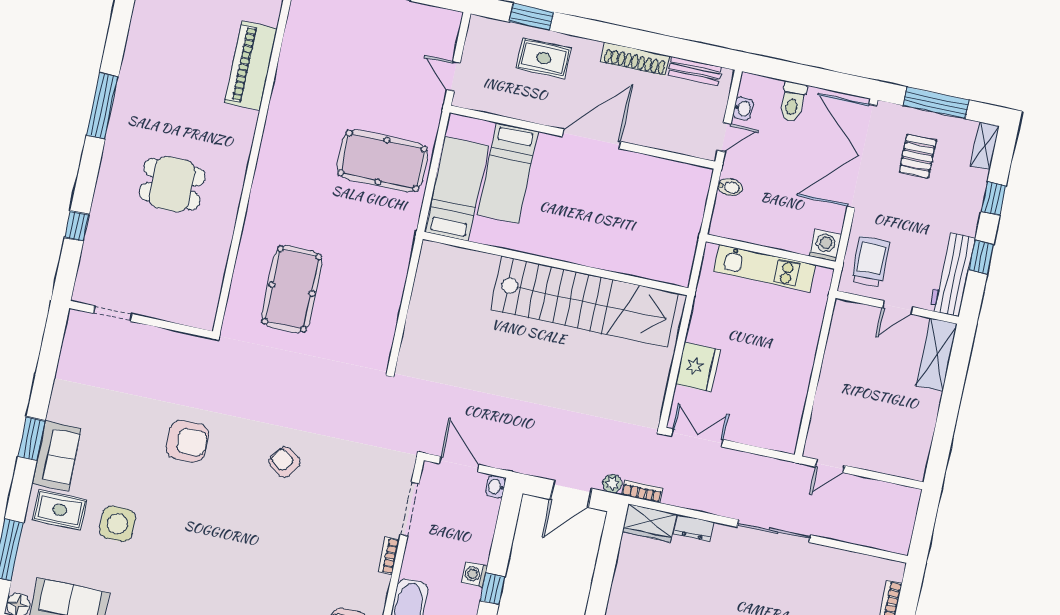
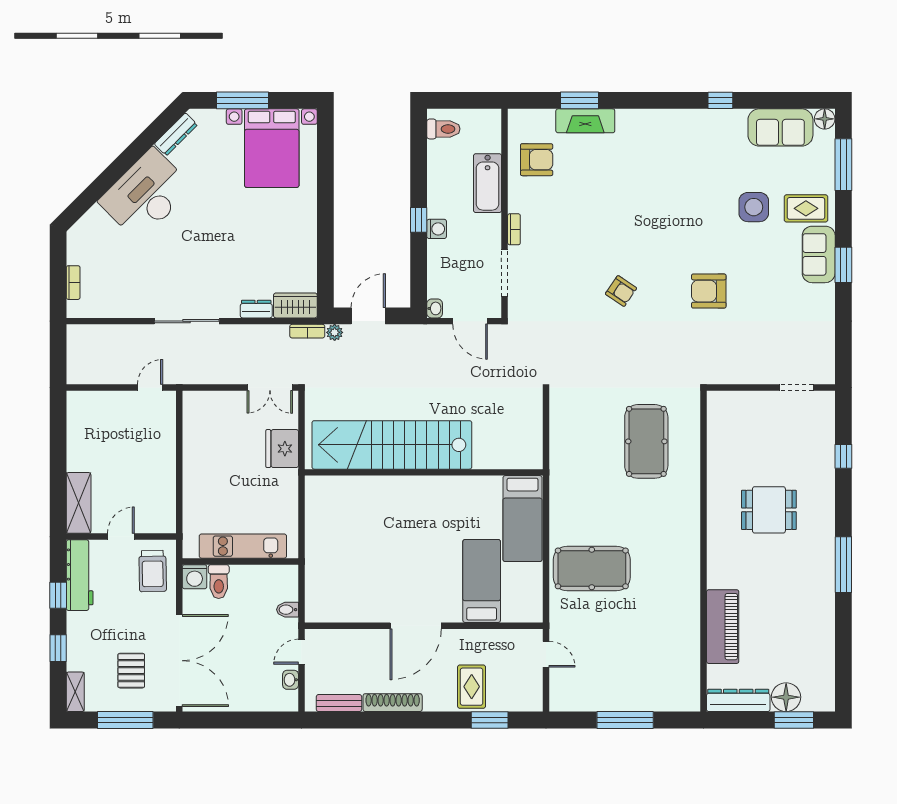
rug: (544, 58) -> (472, 687), turned 90
toilet: (793, 102) -> (219, 582), moved, turned 180
bed: (457, 189) -> (523, 519), moved
wall: (556, 264) -> (424, 472), moved
stairs: (584, 302) -> (392, 445), moved

